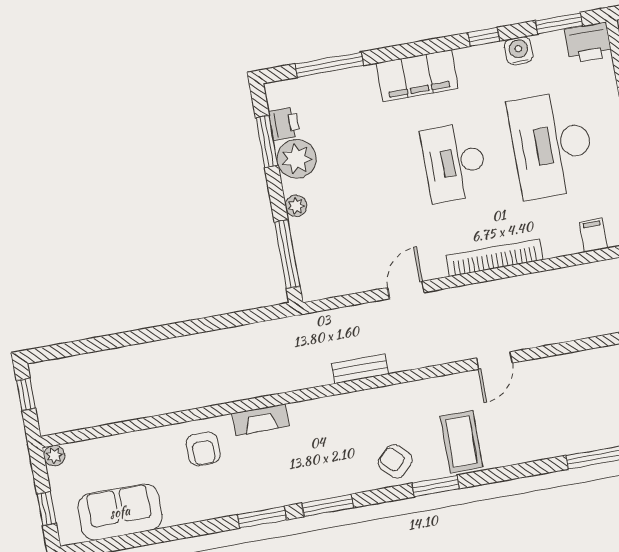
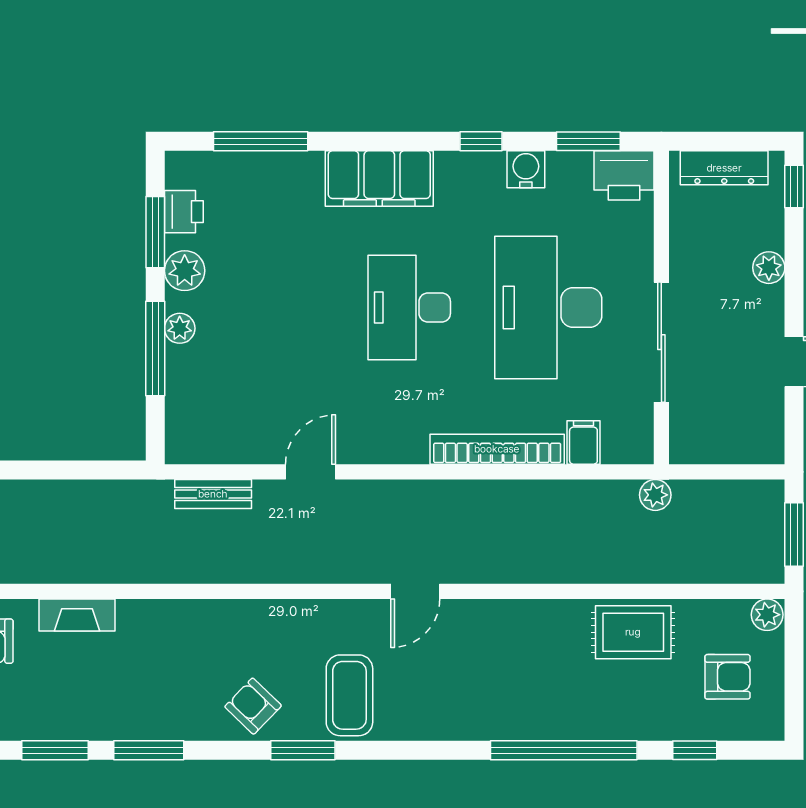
plant: (297, 159) -> (185, 271), width x0.73, depth x0.73
window: (287, 254) -> (155, 348), moved
bookcase: (494, 258) -> (497, 449), moved
bench: (360, 369) -> (213, 494), moved

